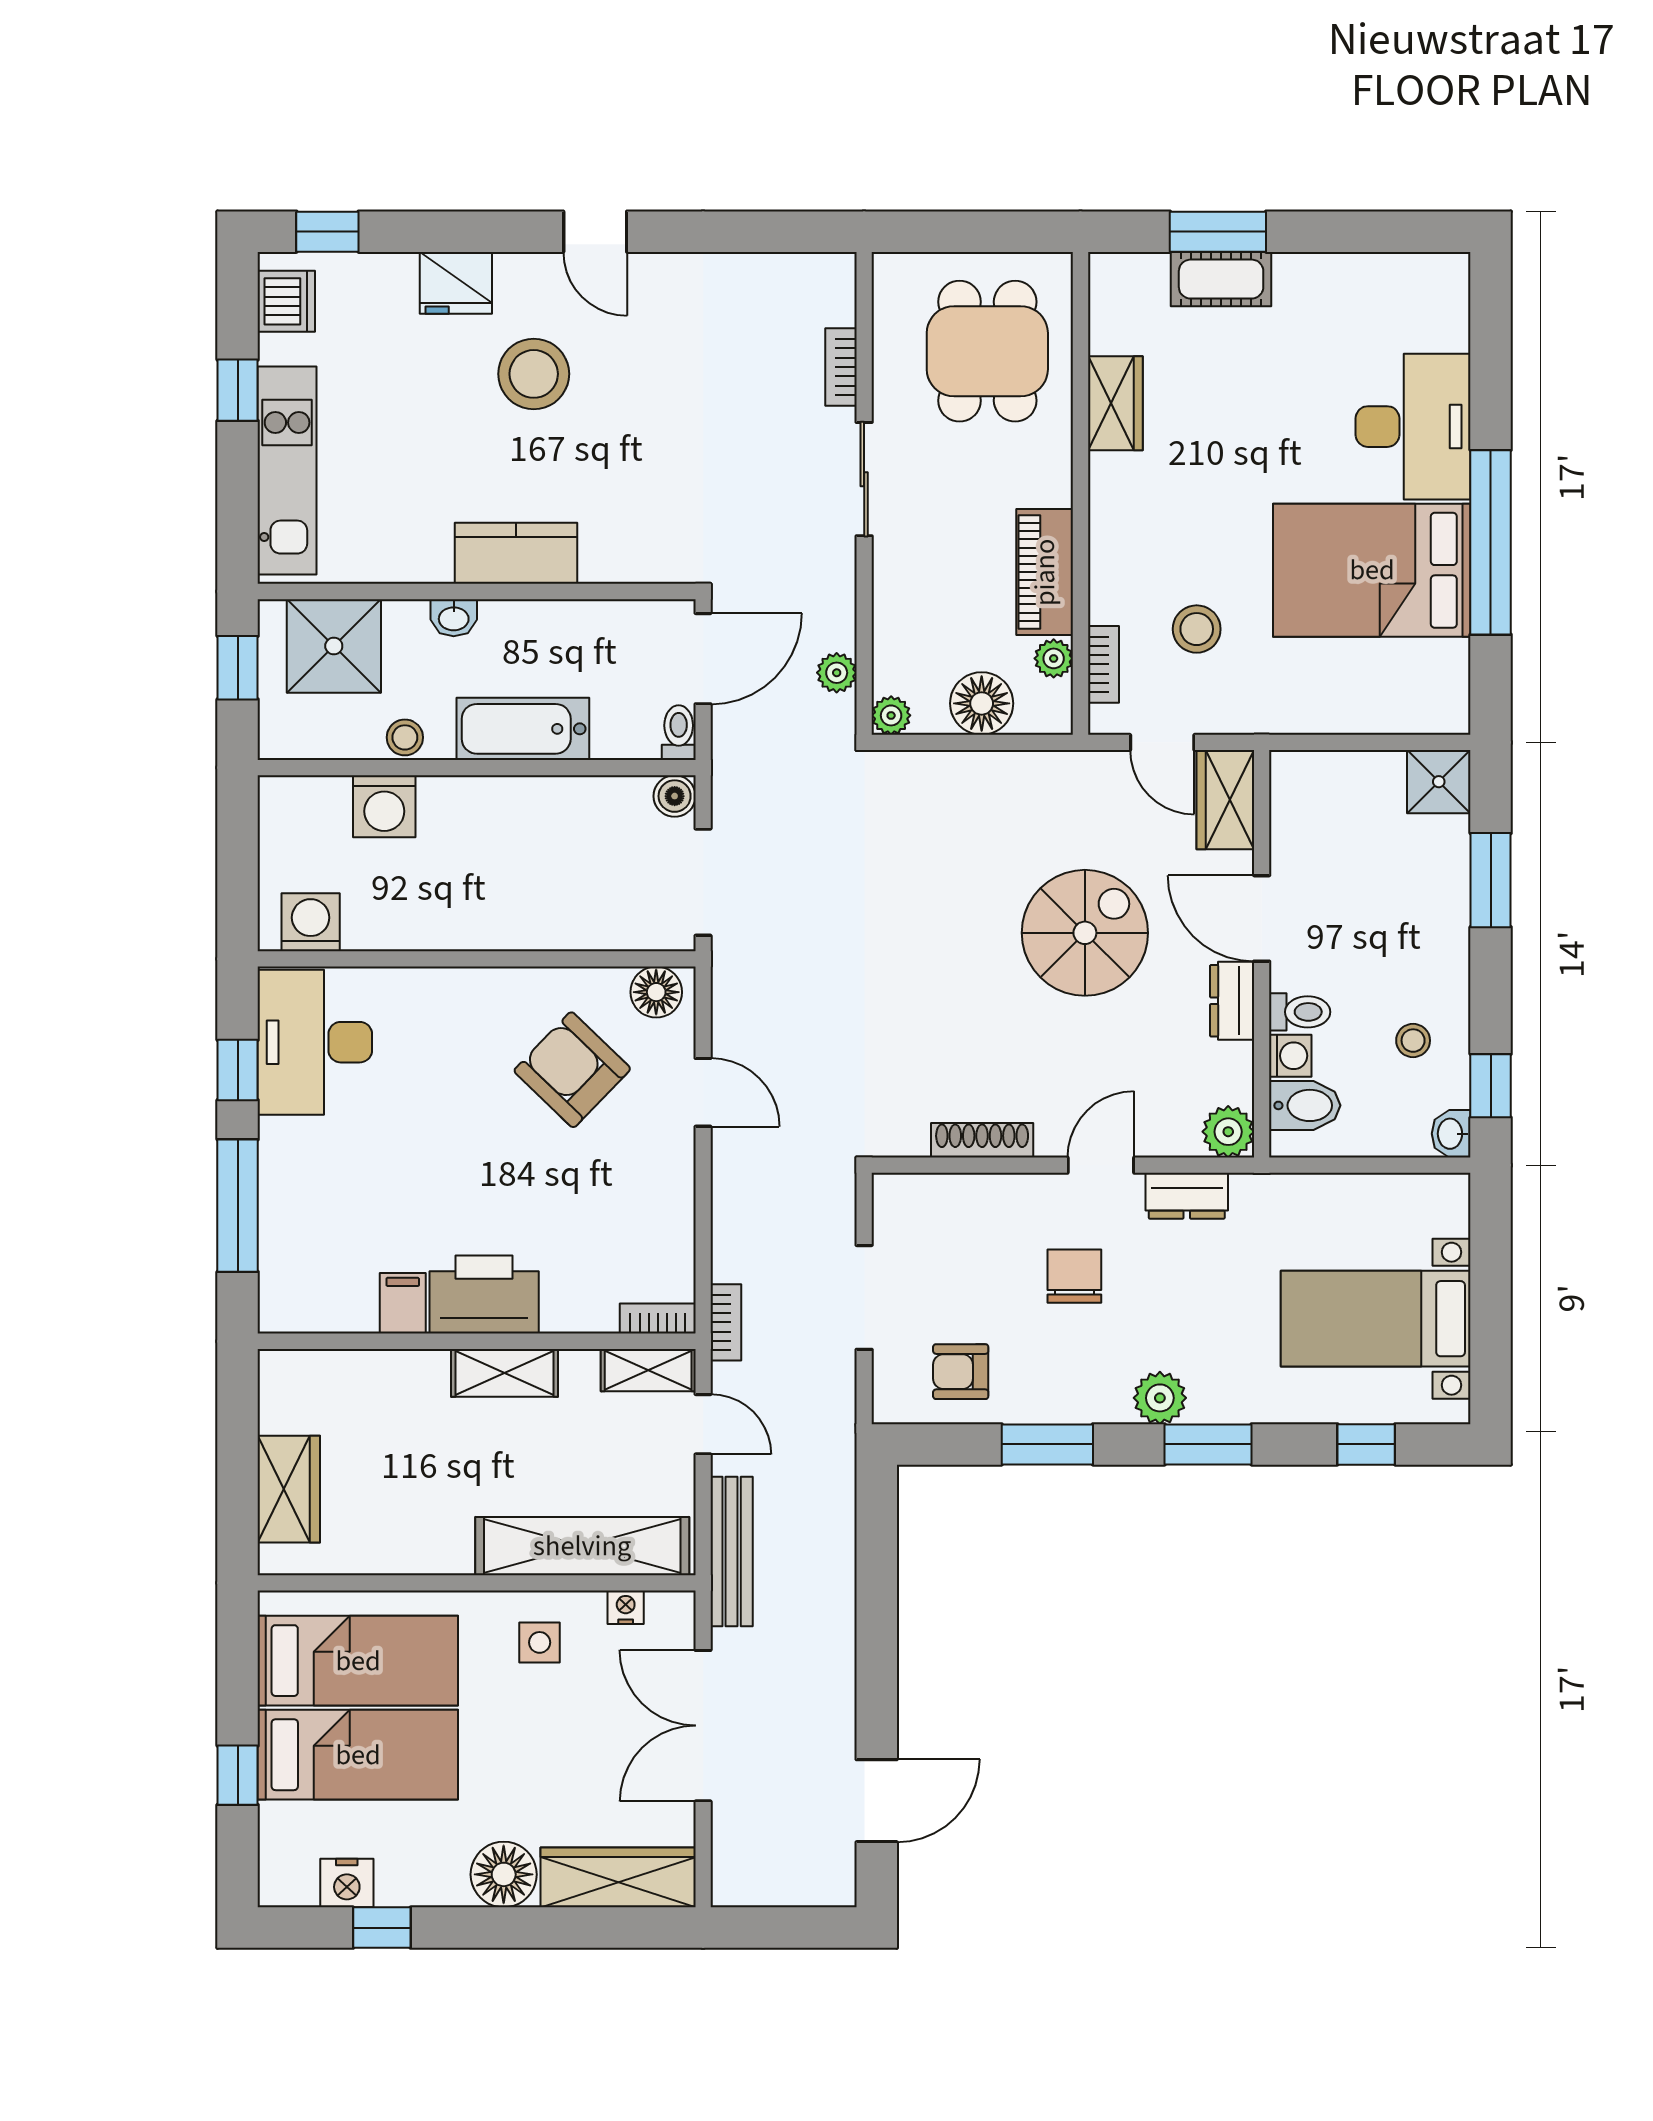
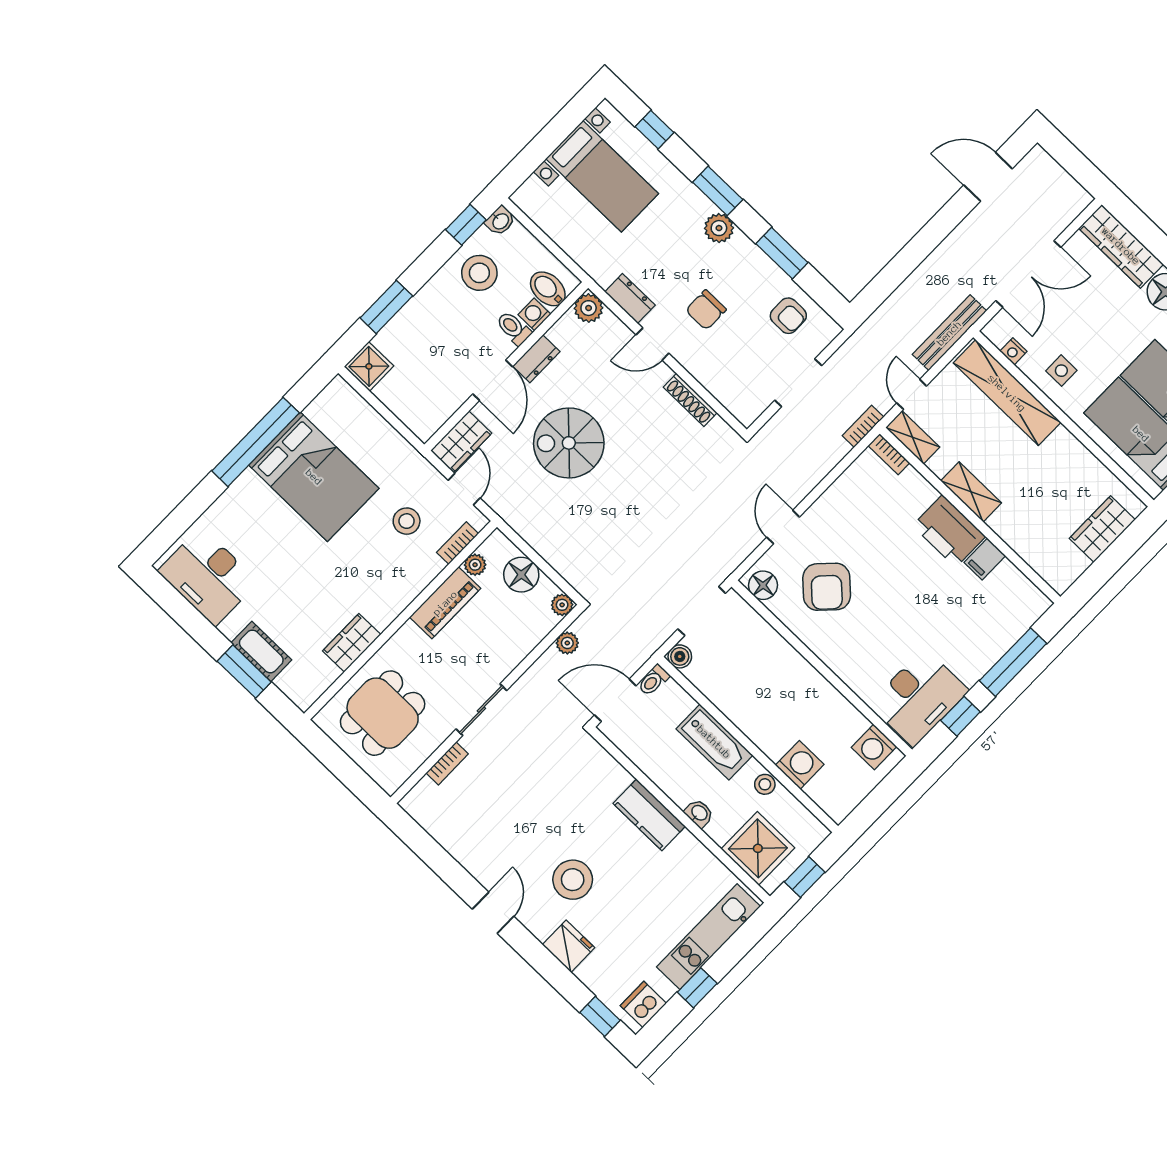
desk: (1413, 427) -> (208, 576), moved, turned -90
stool: (1413, 1041) -> (479, 273), width x1.89, depth x1.89

